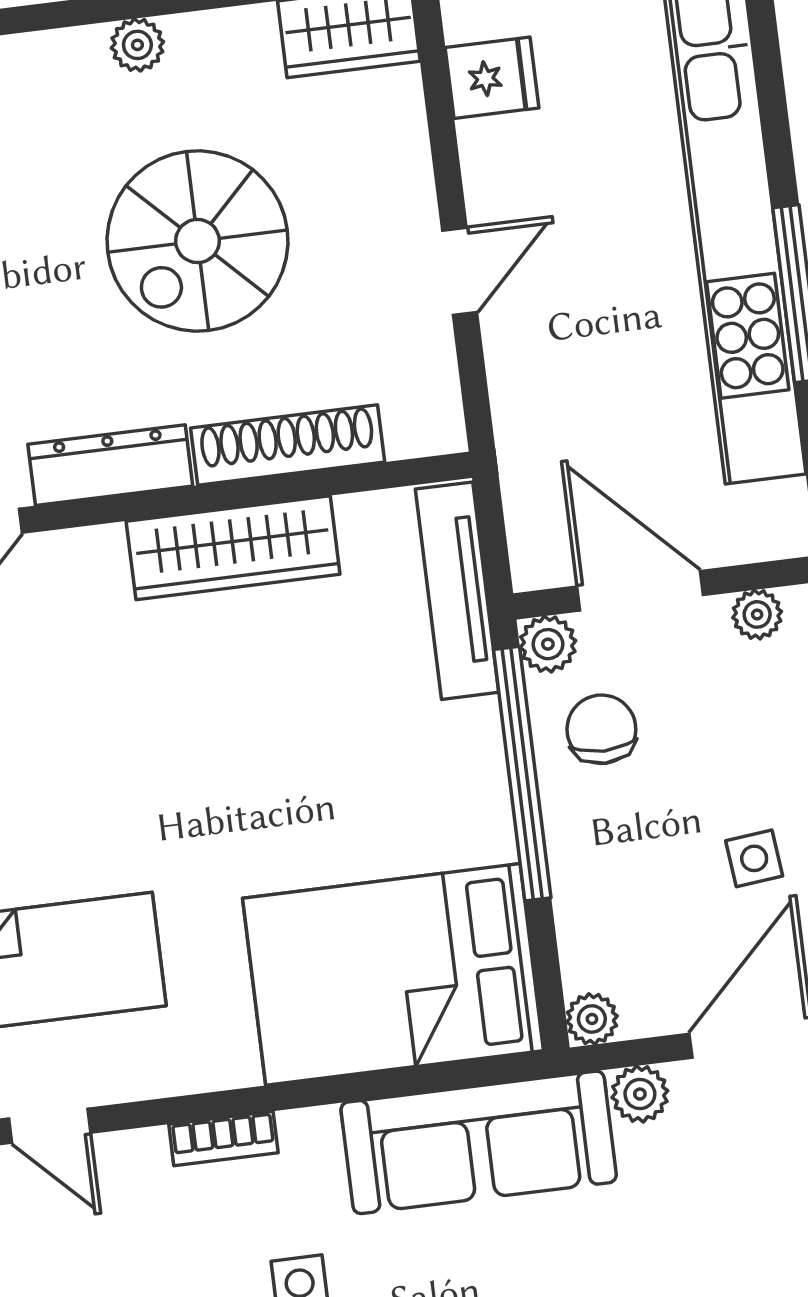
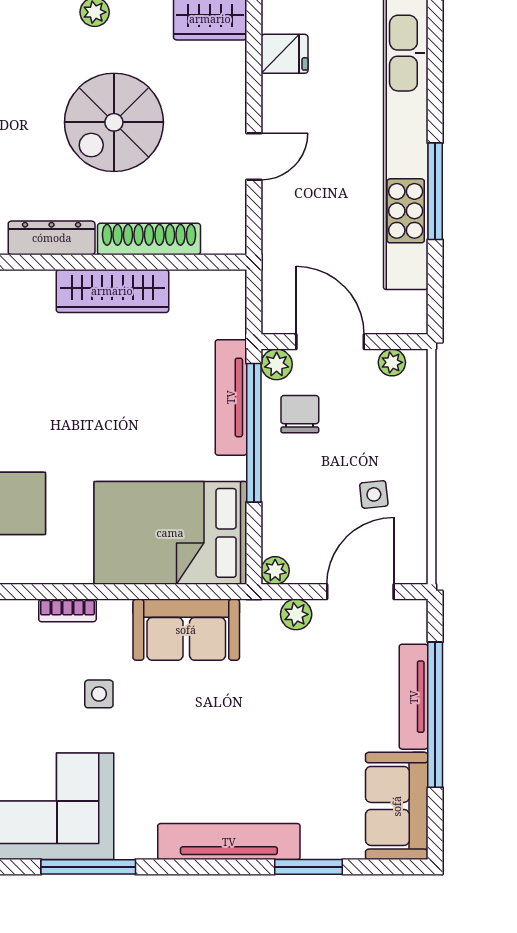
tv unit: (457, 591) -> (231, 397), moved
sofa: (479, 1142) -> (186, 630), width x0.73

